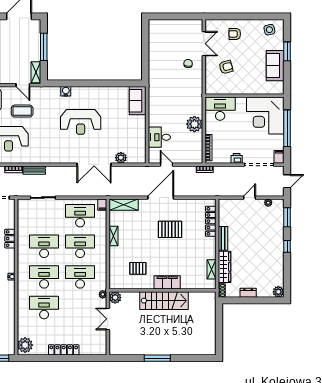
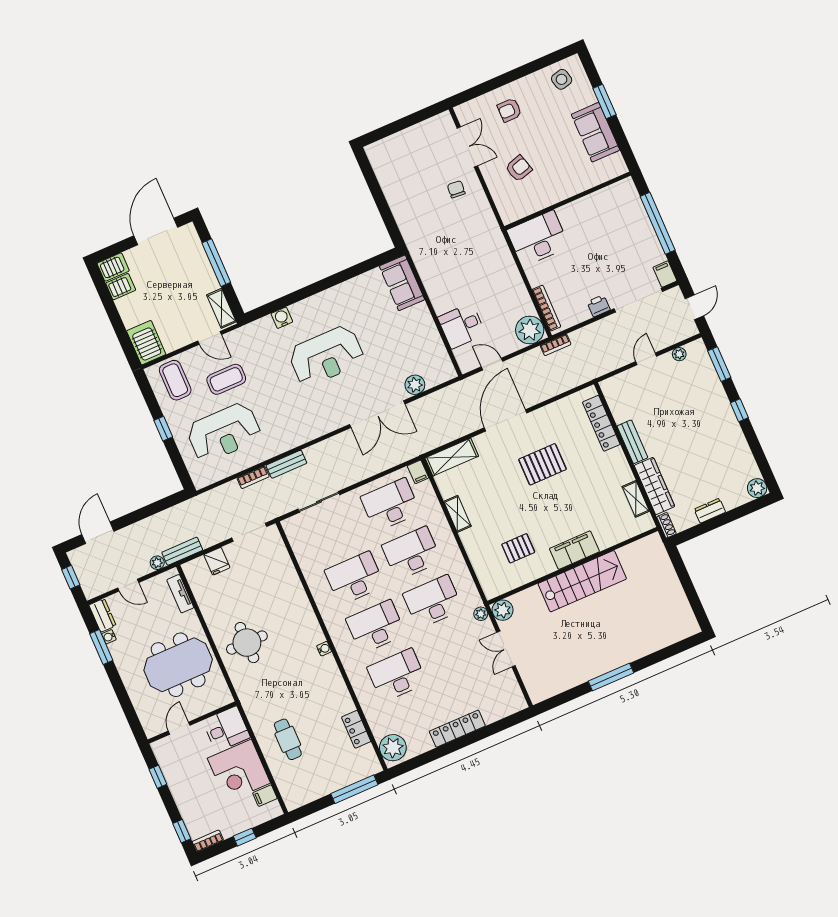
corner desk: (265, 115) -> (614, 218), removed
plant: (194, 124) -> (530, 330), moved
locker: (10, 239) -> (356, 729), moved

